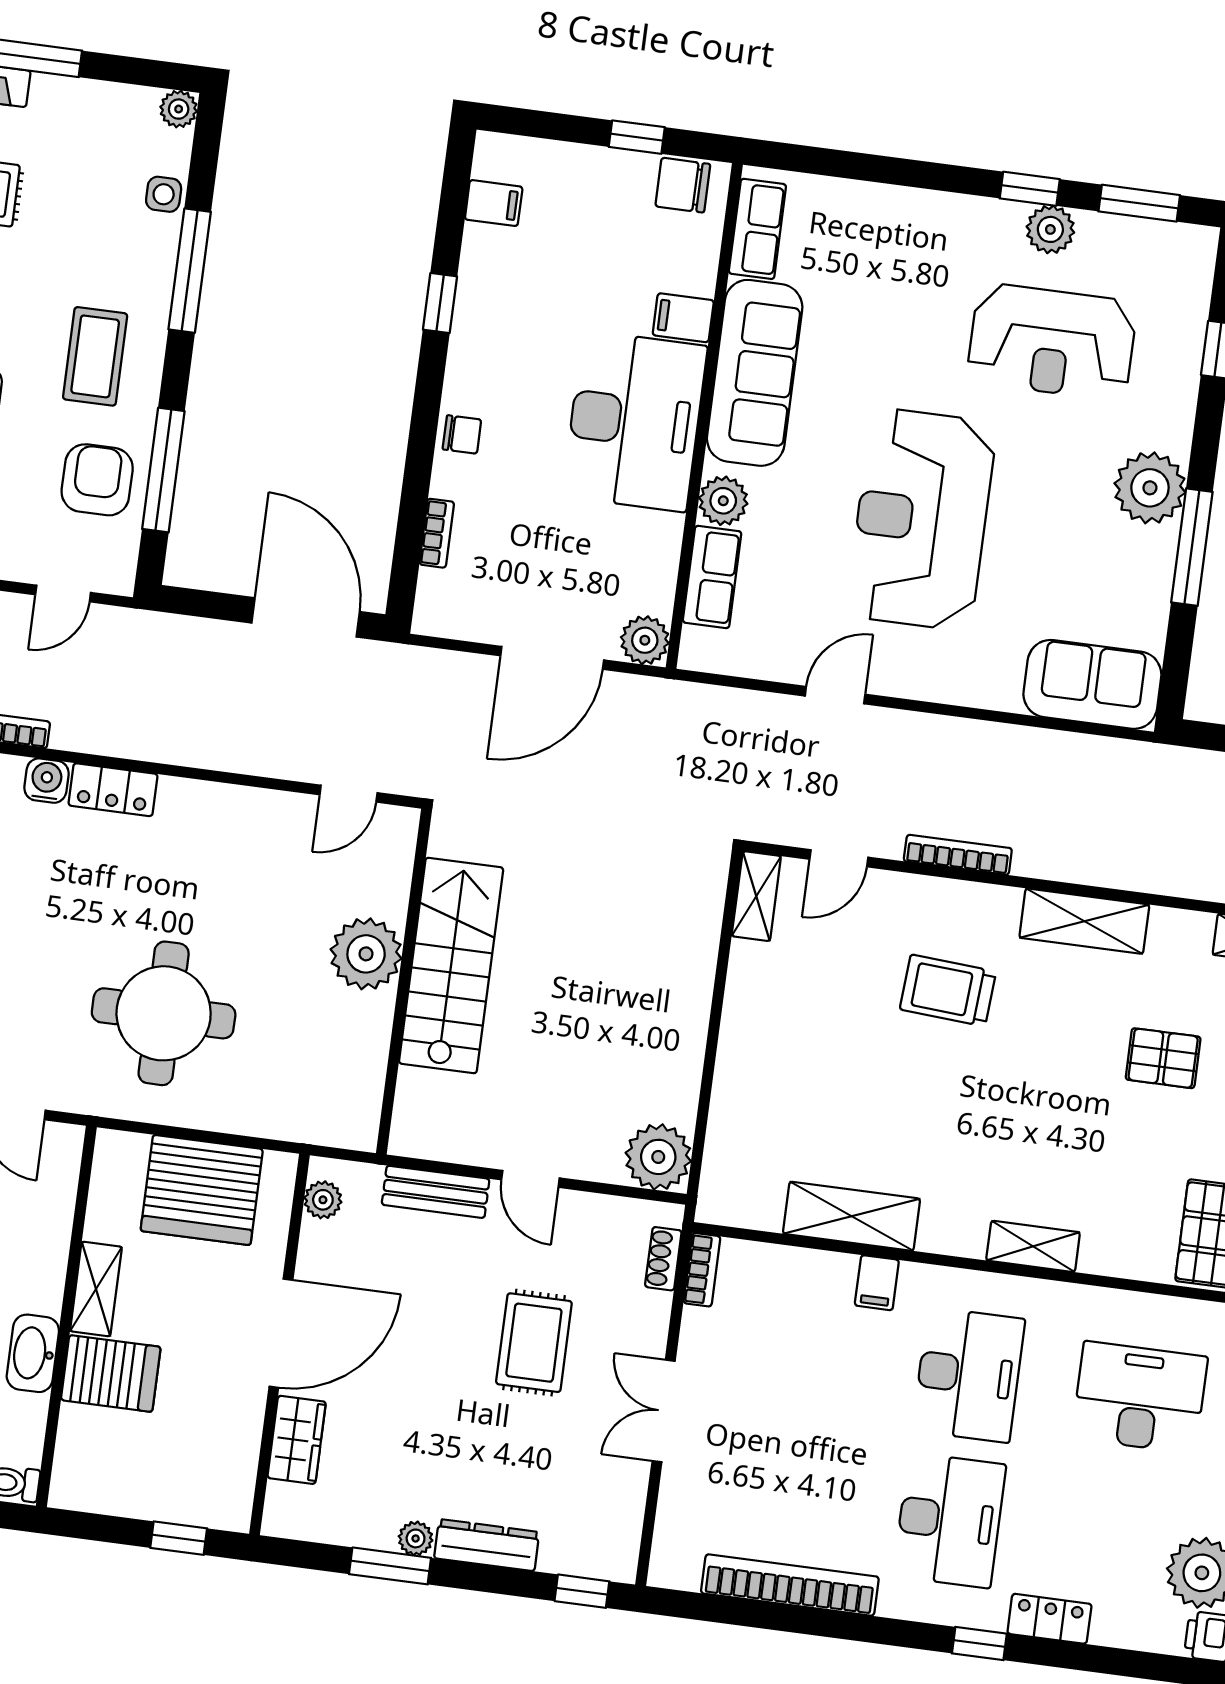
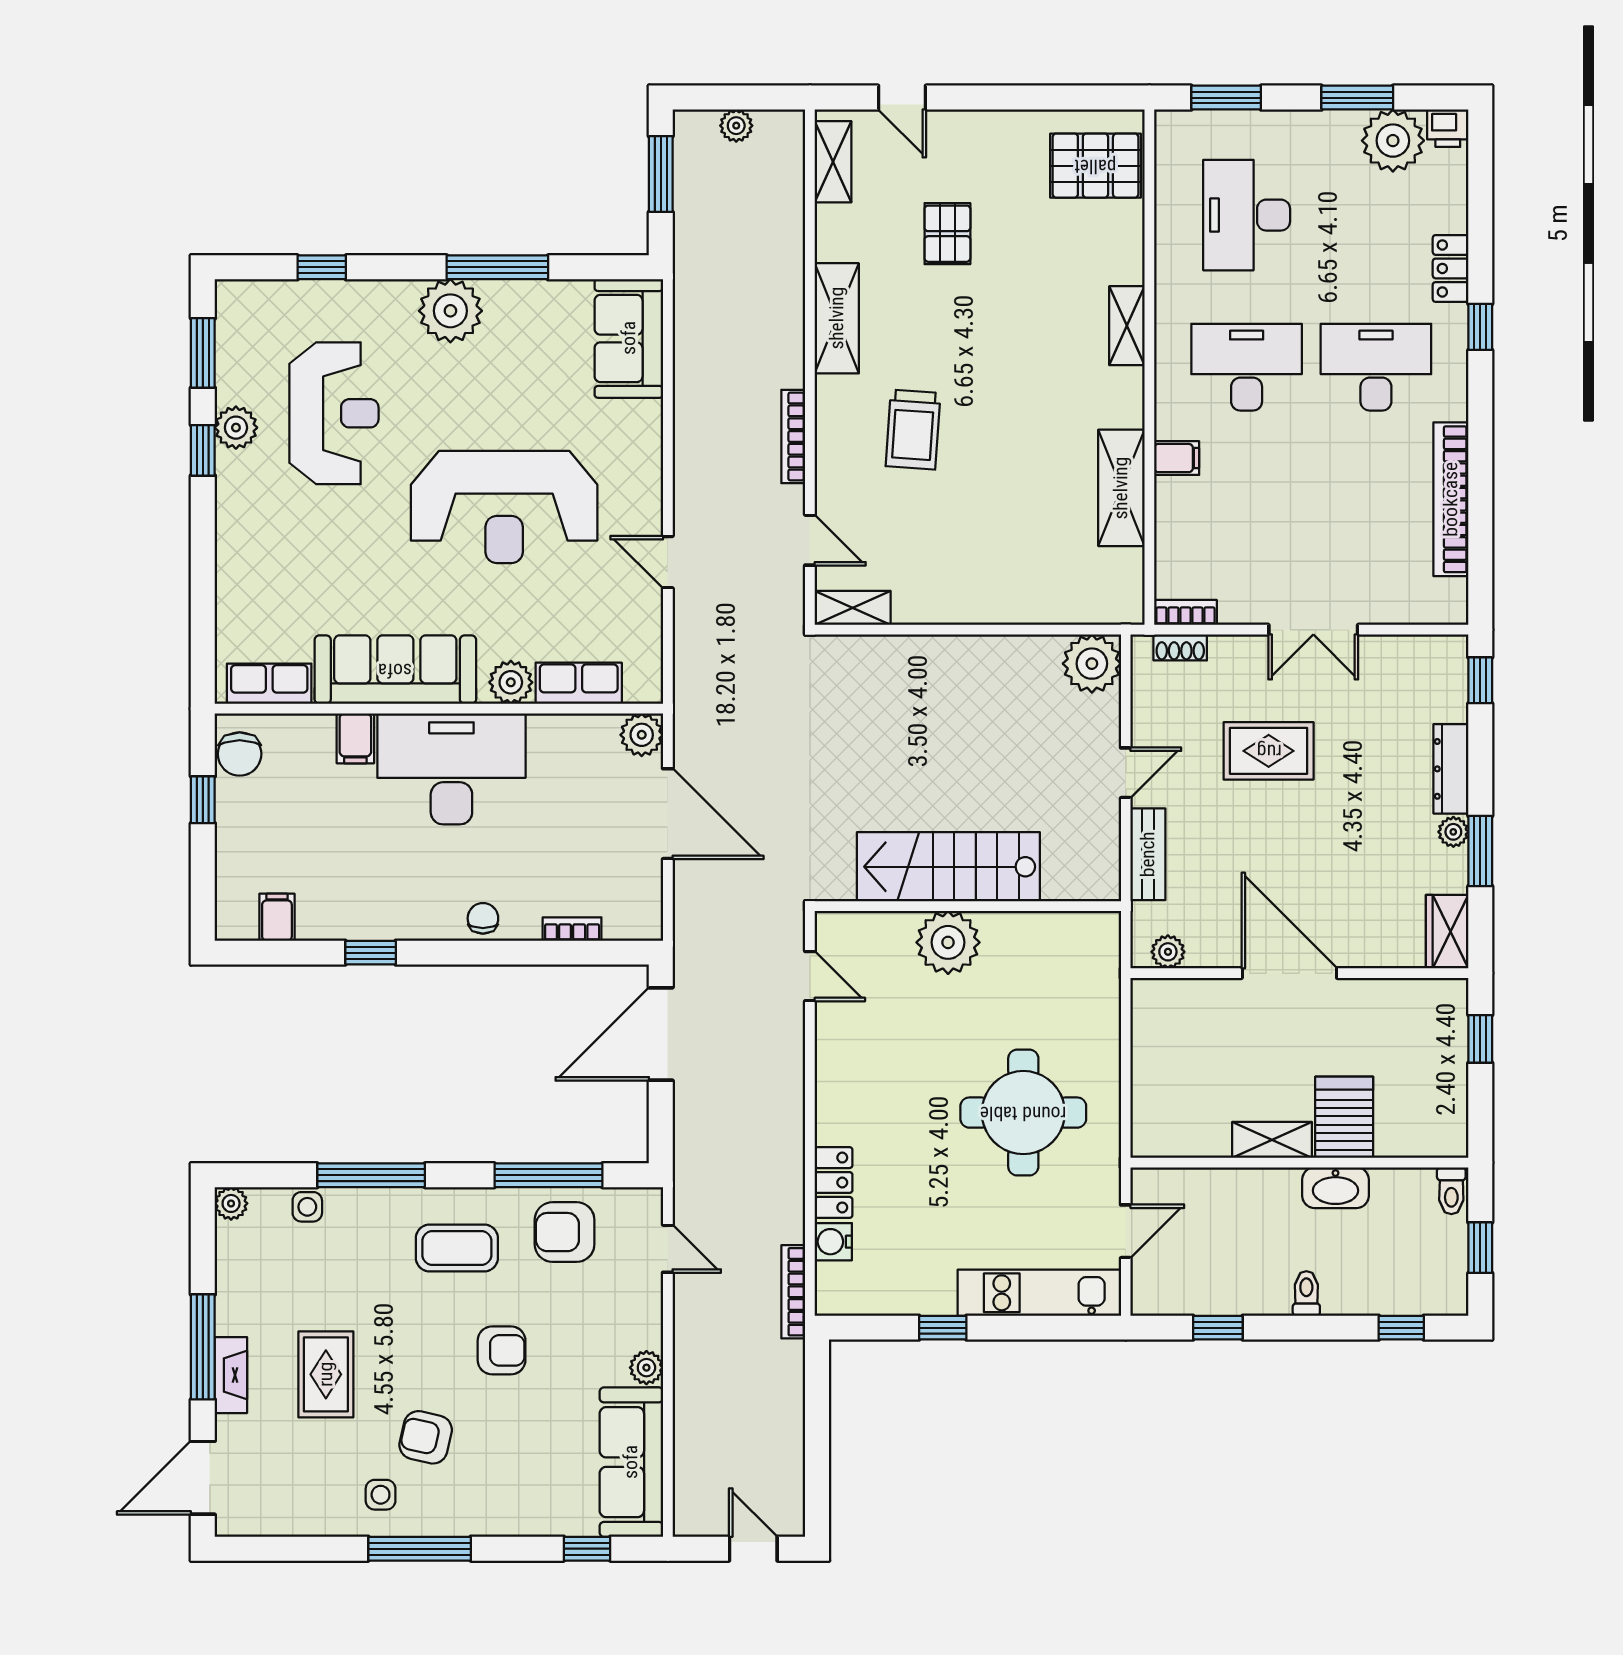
server rack: (202, 1190) -> (1173, 1059), removed
wardrobe: (297, 1440) -> (1447, 932), moved, turned -90

